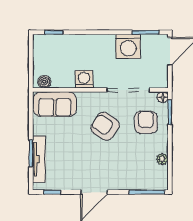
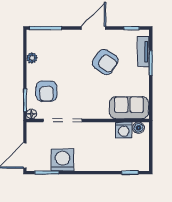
washing machine: (84, 79) -> (124, 130), moved
armchair: (105, 126) -> (105, 62), moved
tv unit: (39, 159) -> (143, 52), width x0.71

